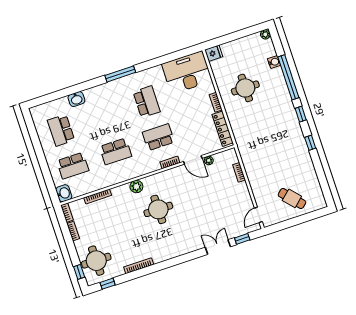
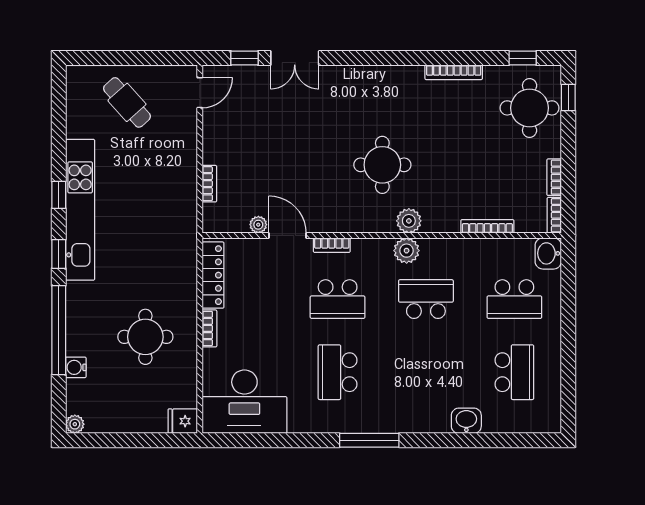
kitchen unit: (297, 139) -> (80, 210), added
school desk: (73, 166) -> (514, 299), turned 180
plant: (133, 172) -> (407, 251), added

